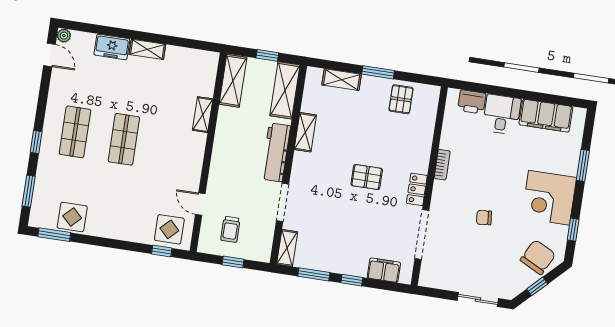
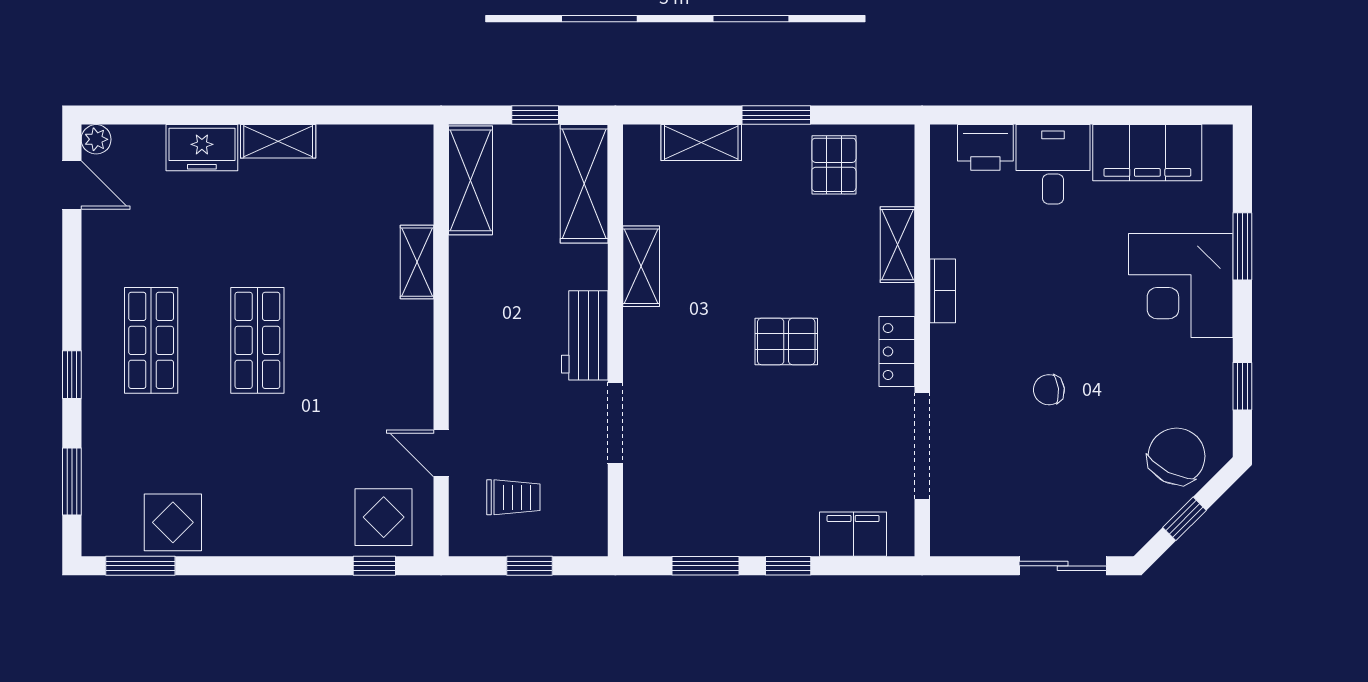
workbench: (276, 152) -> (585, 335), width x0.73
corner desk: (549, 198) -> (1181, 285), moved
trolley: (230, 229) -> (513, 497), turned -90
shelving: (287, 248) -> (898, 245), moved

